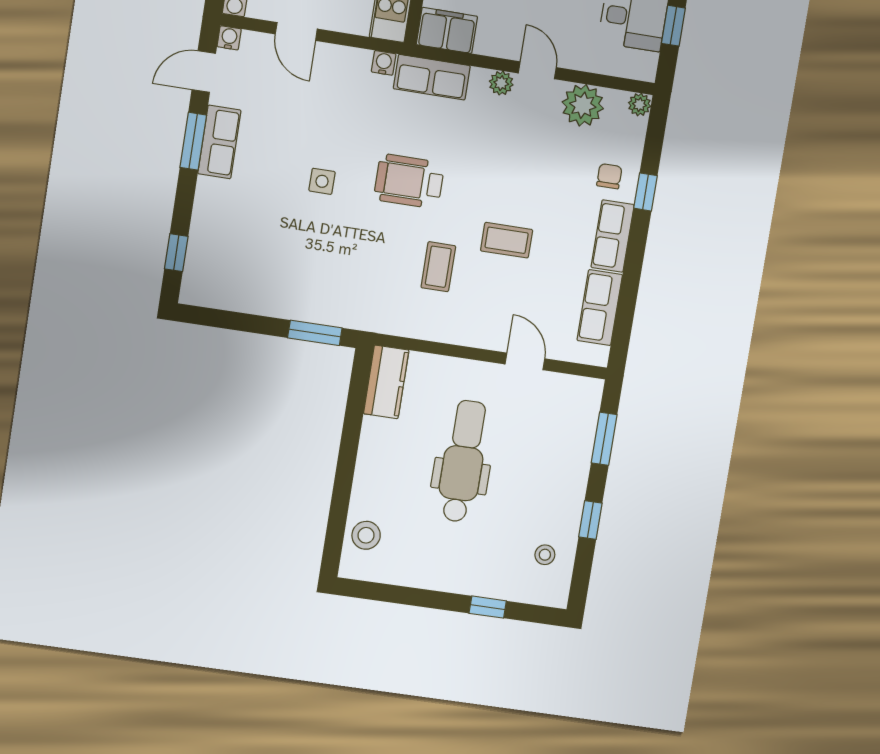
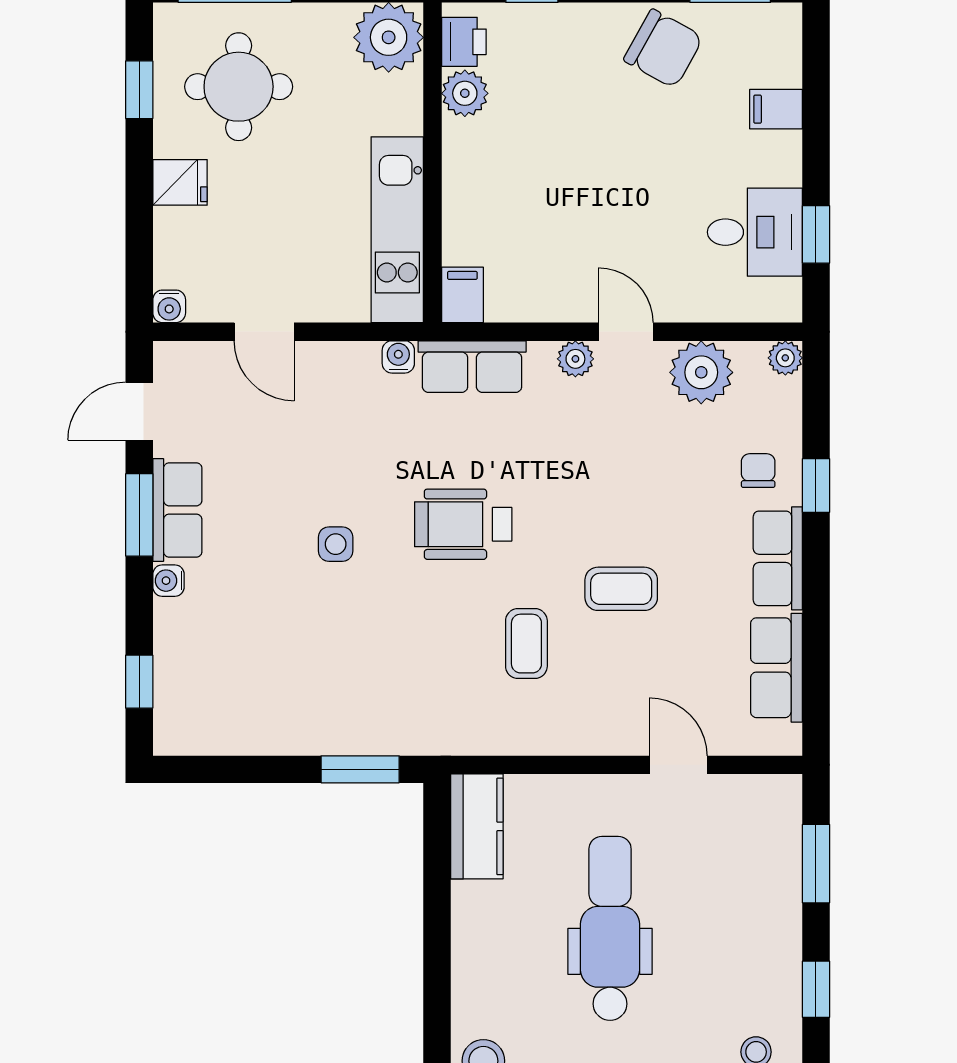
filing cabinet: (447, 30) -> (462, 295), width x0.50
water cooler: (229, 38) -> (169, 581), moved, turned -90

